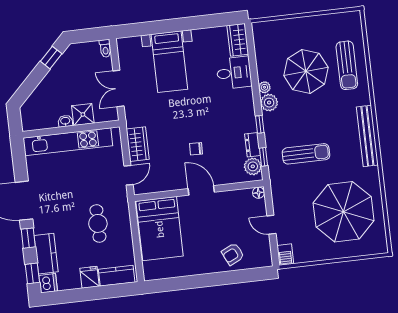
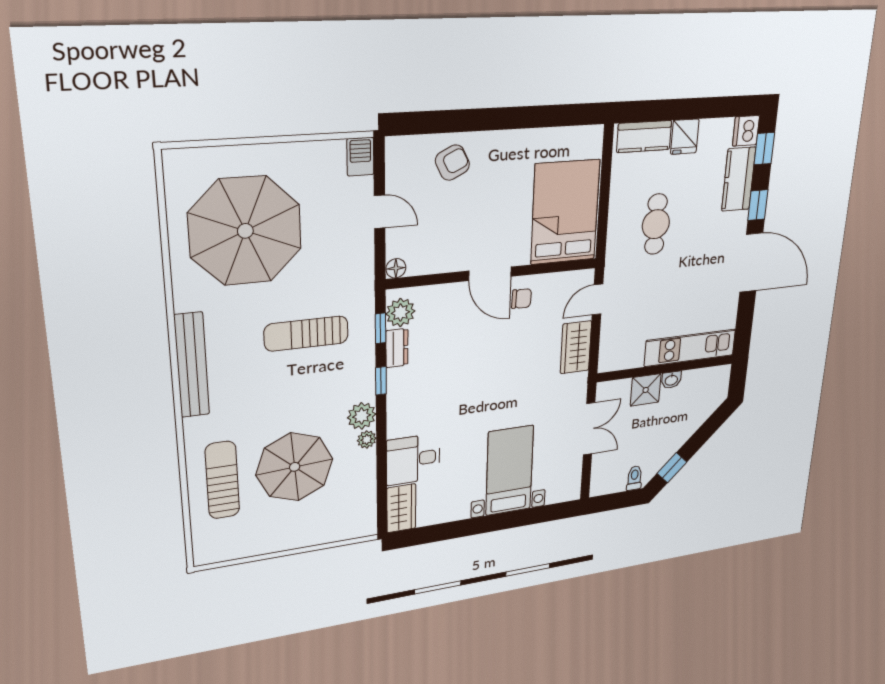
toilet: (105, 48) -> (634, 478), moved
kitchen unit: (68, 142) -> (690, 348), width x0.73
chair: (196, 149) -> (521, 299), moved

